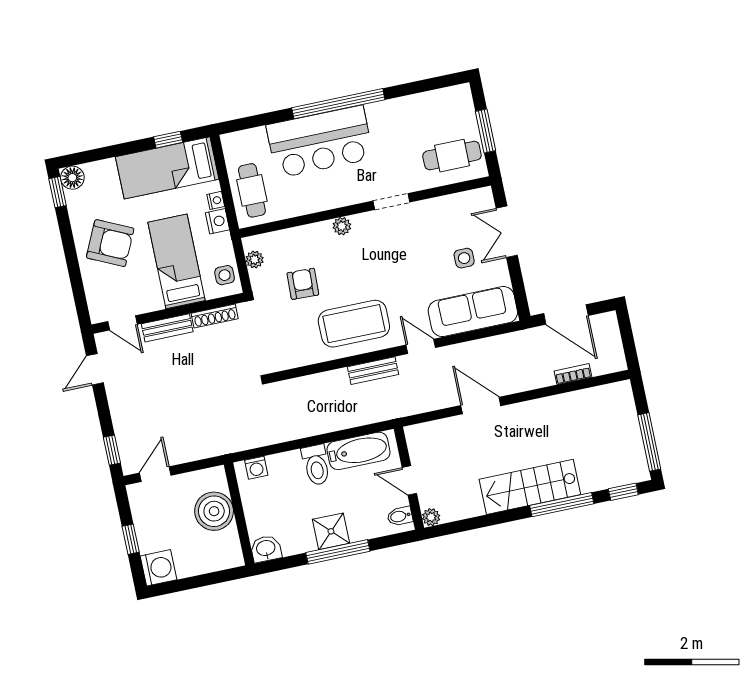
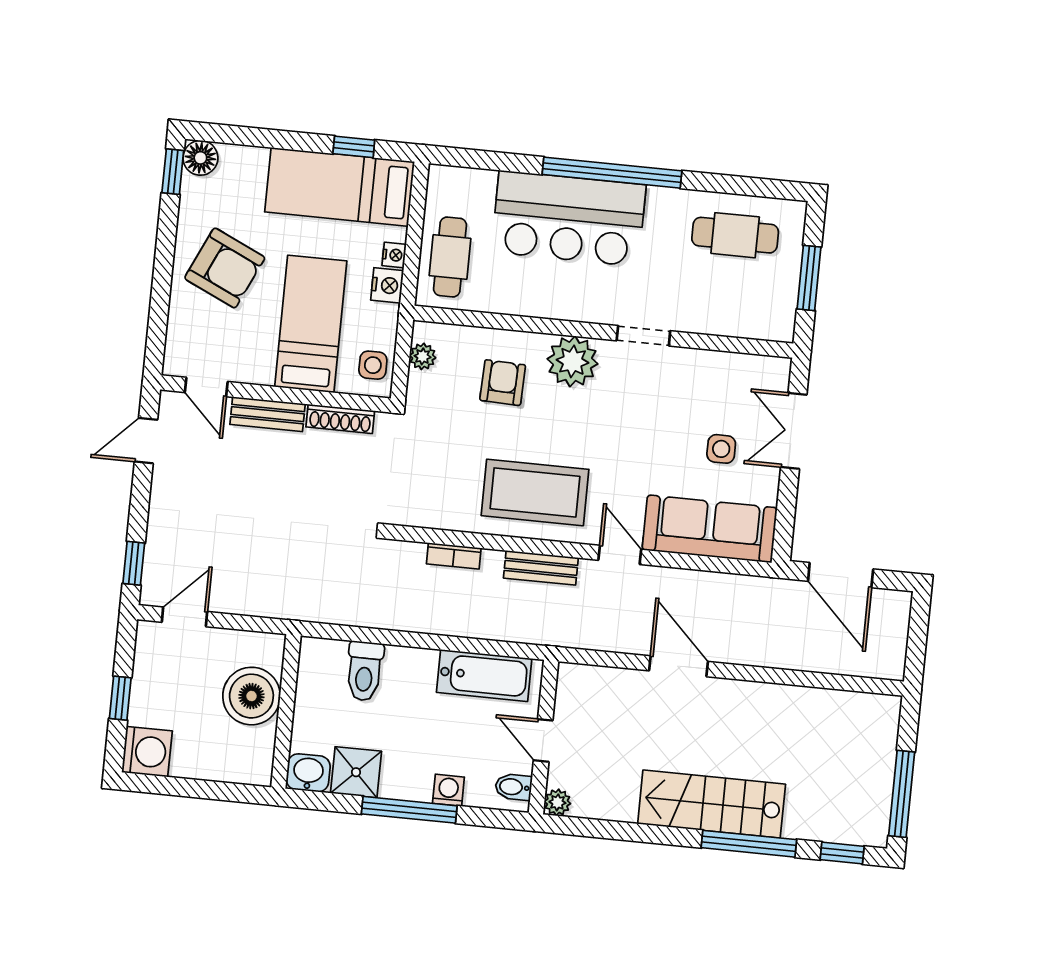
cafe table: (452, 156) -> (735, 235), moved
plant: (342, 226) -> (572, 361), width x1.88, depth x1.88
armchair: (303, 284) -> (503, 383), moved
bookcase: (573, 374) -> (454, 556), moved, turned 180
toilet: (316, 465) -> (365, 671), moved
washing machine: (256, 468) -> (448, 790), moved, turned 180
shower: (331, 531) -> (356, 772), moved

